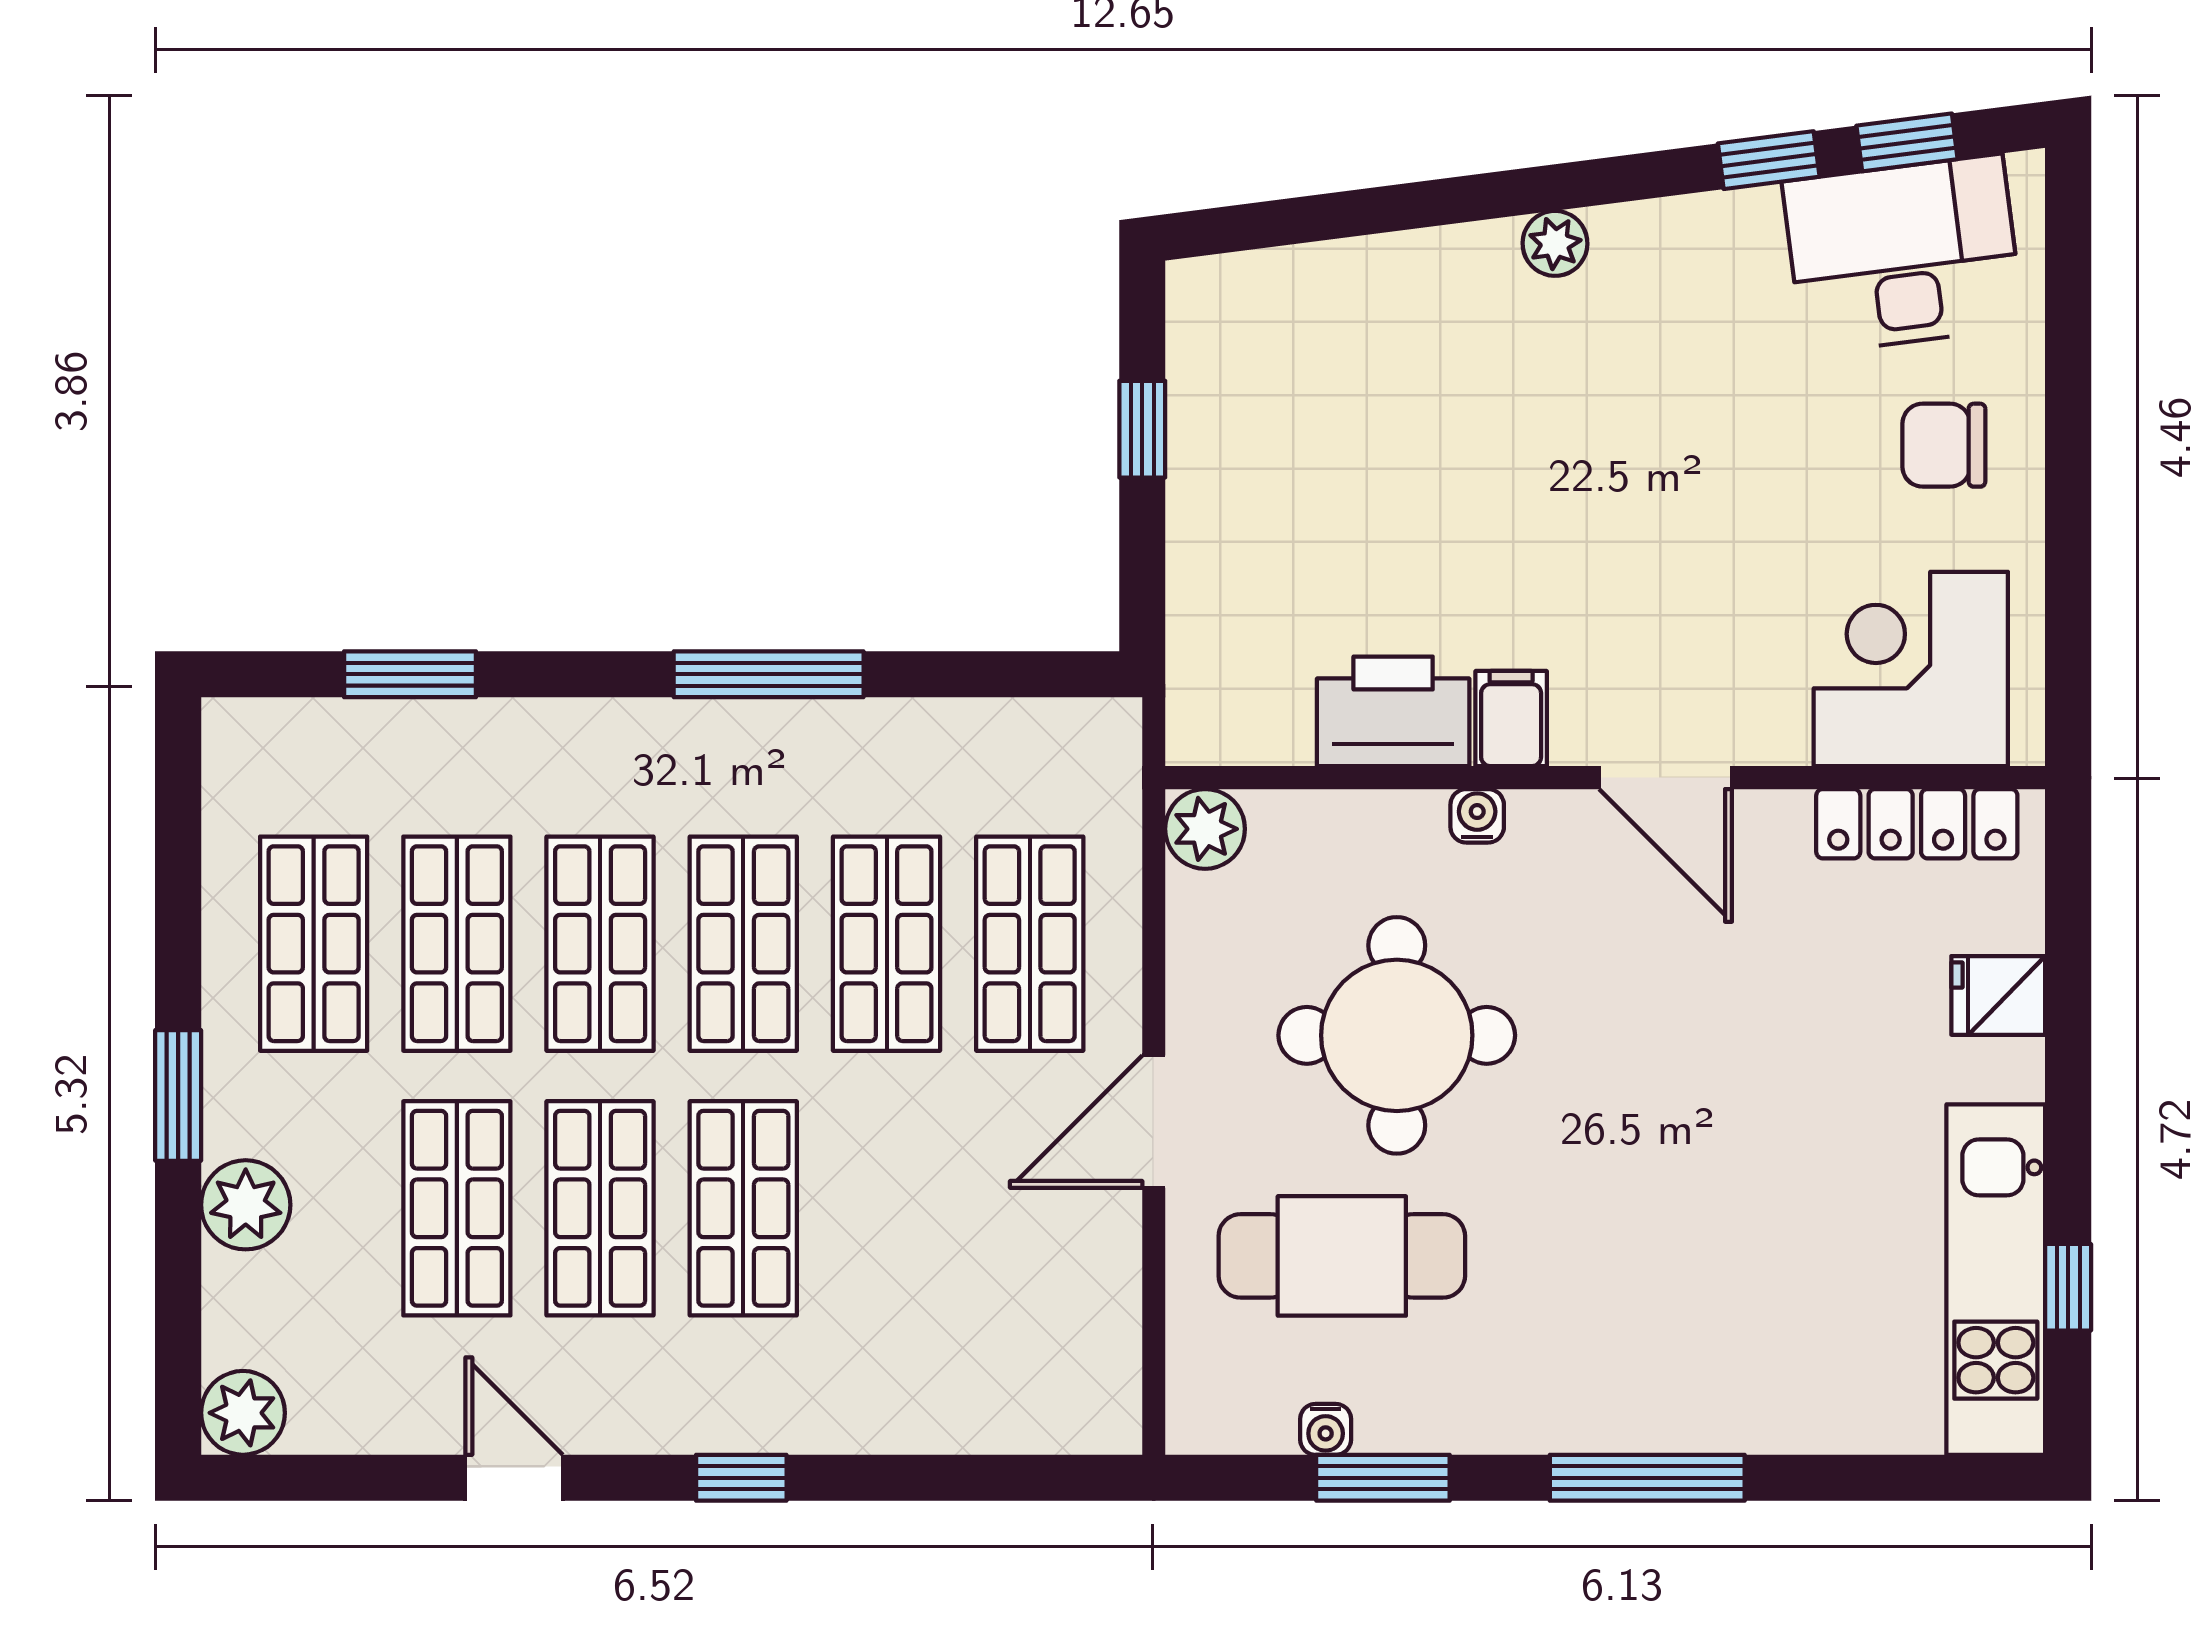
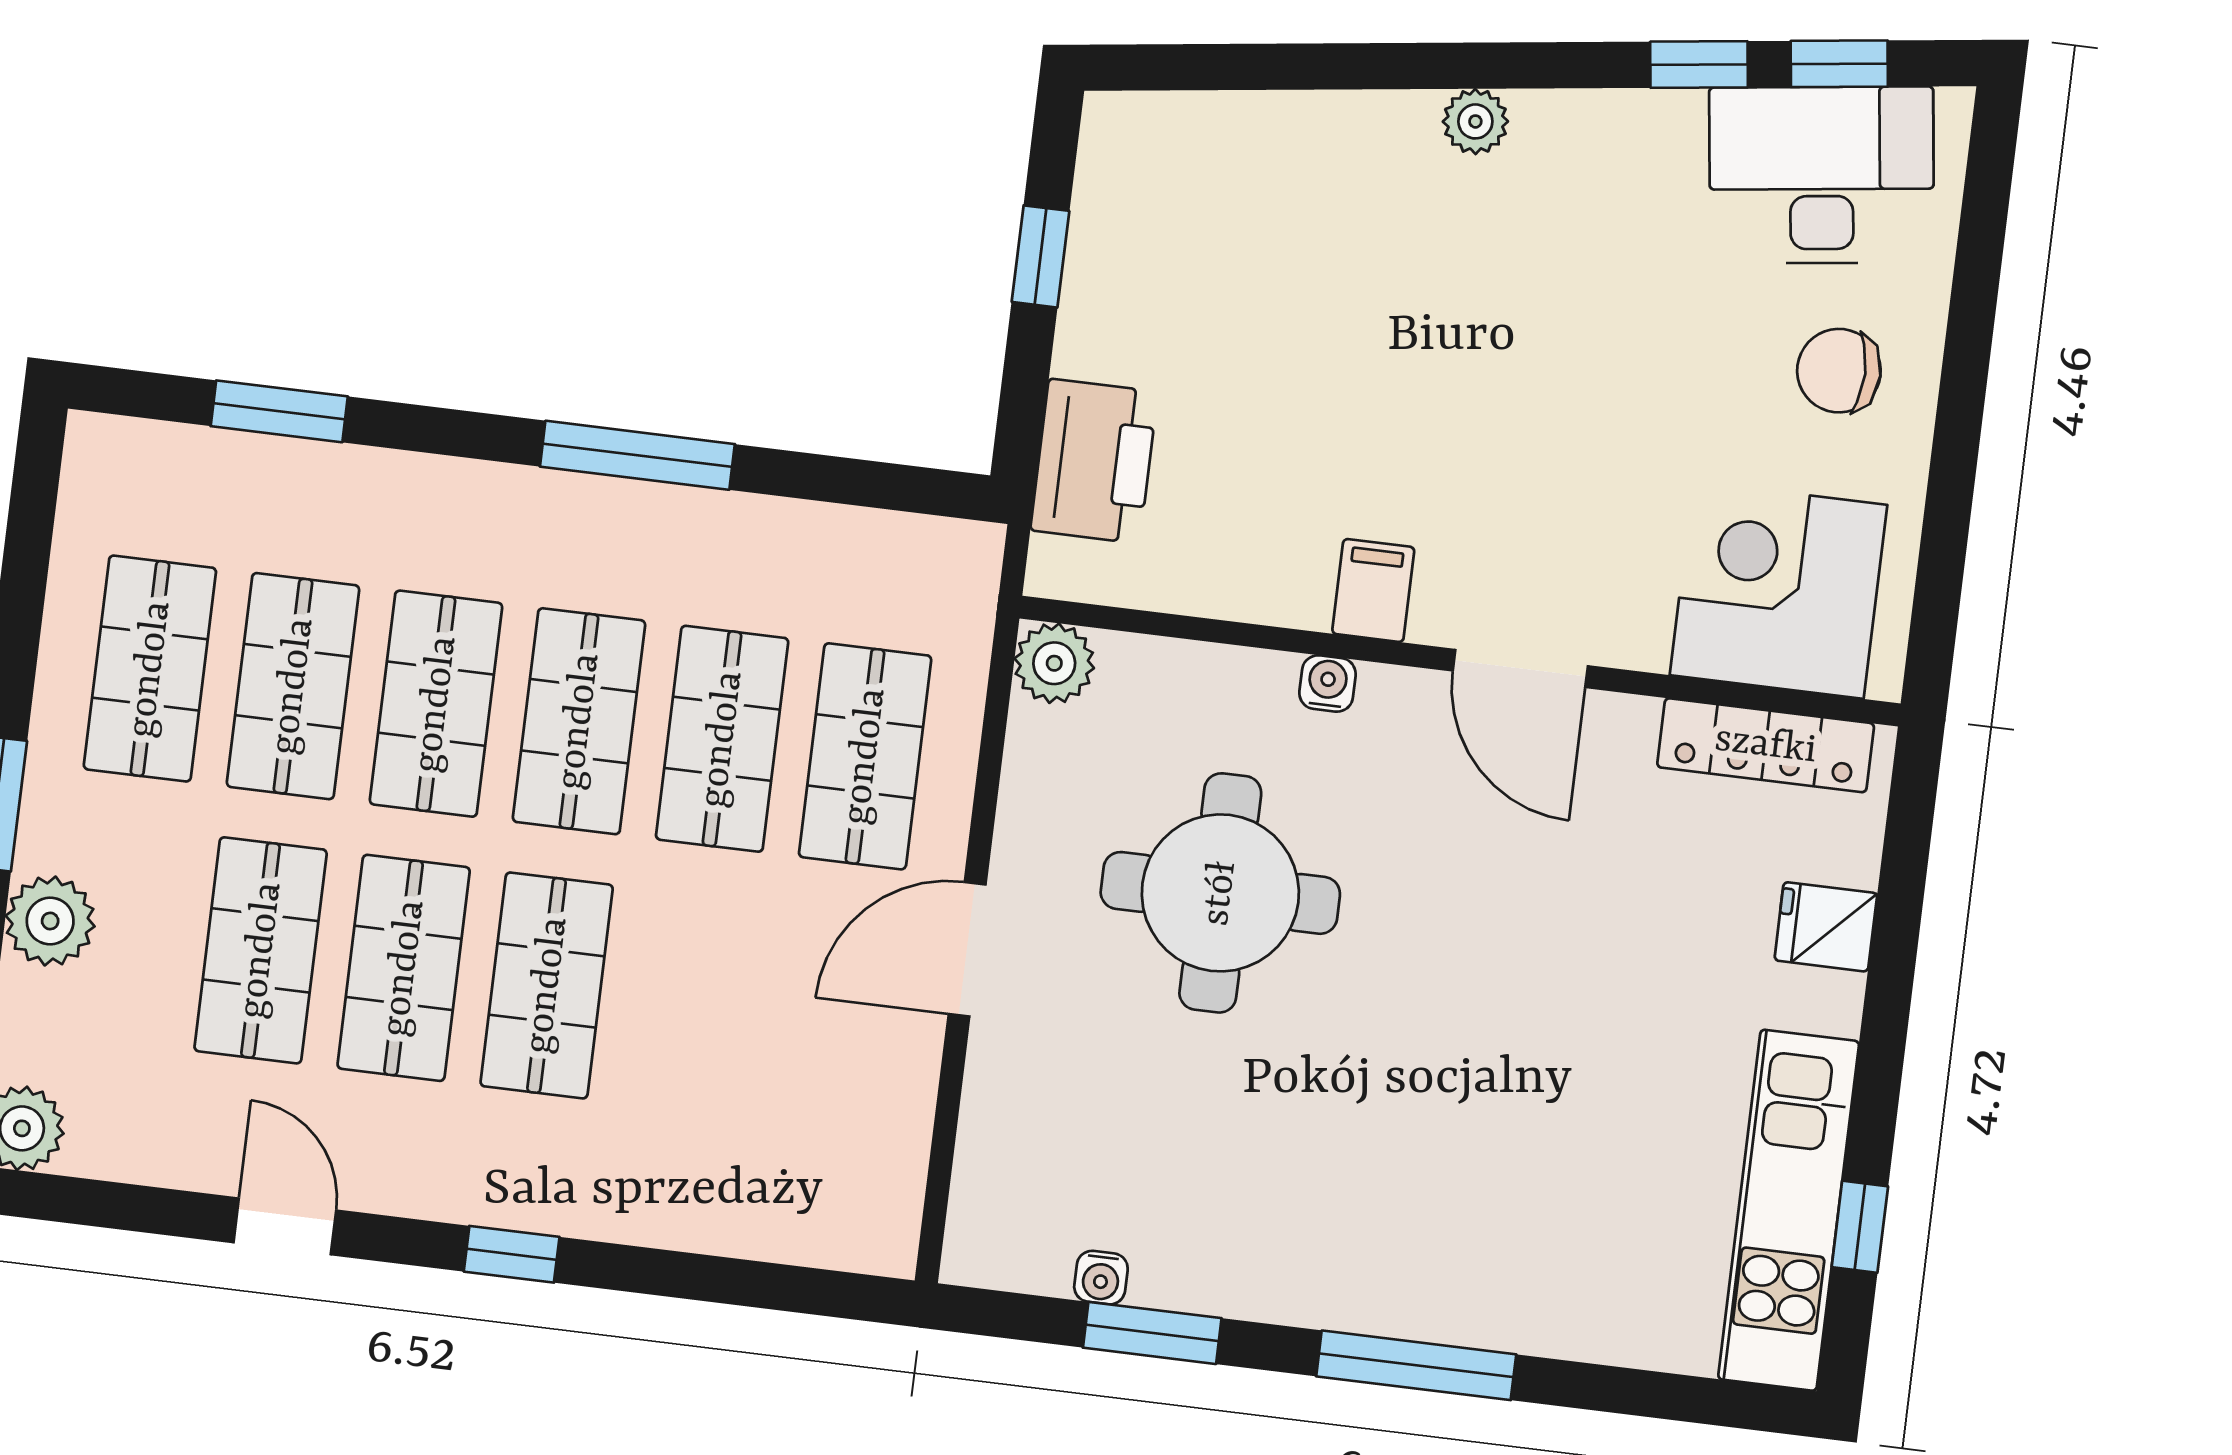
printer: (1393, 711) -> (1094, 461), moved, turned 90
cafe table: (1342, 1256) -> (1138, 1106), removed

